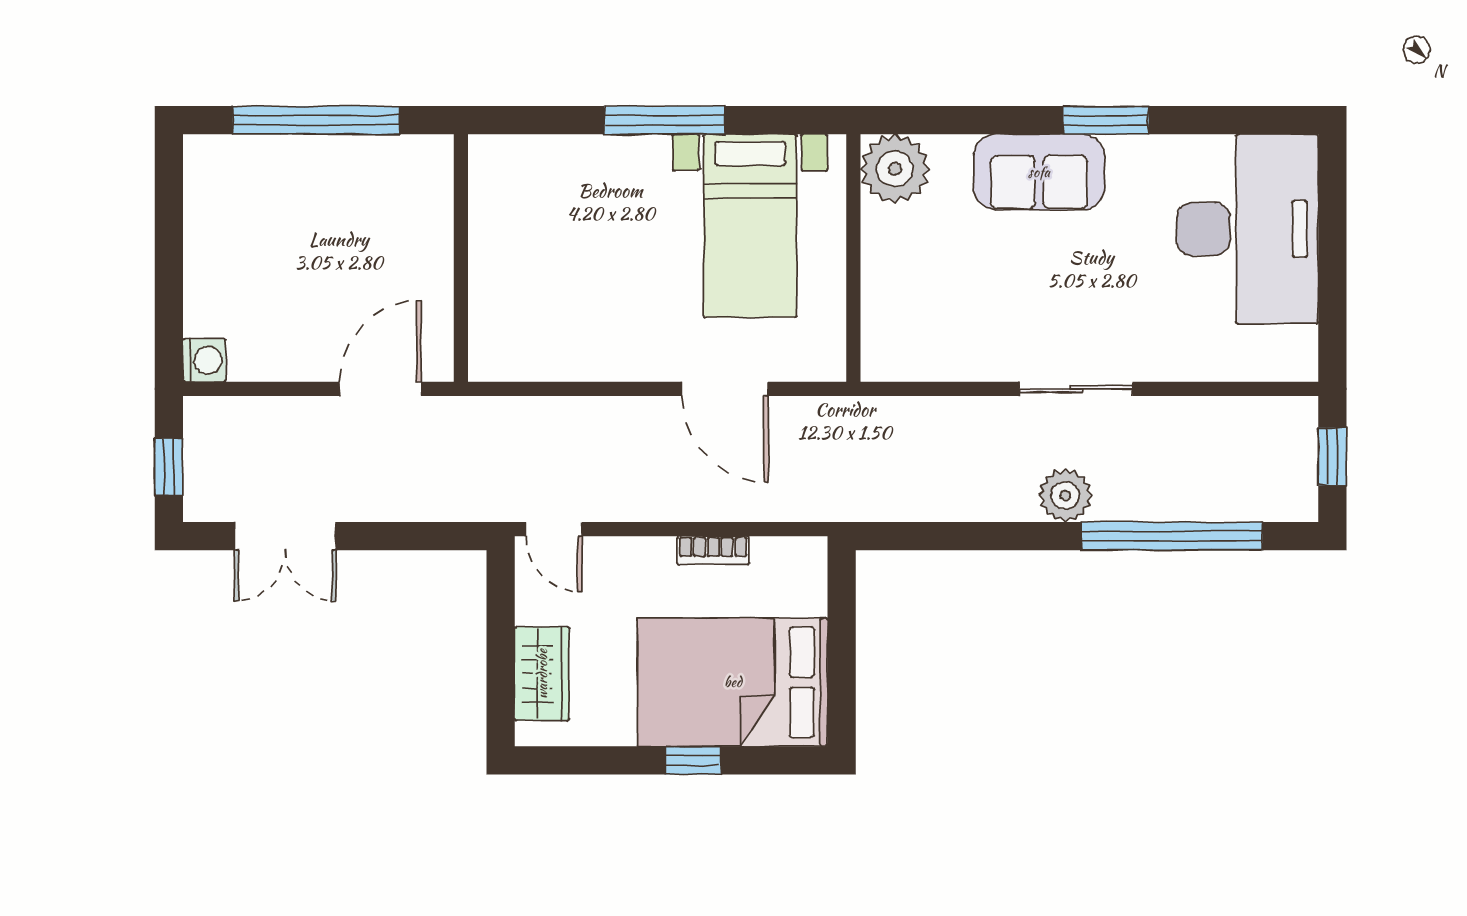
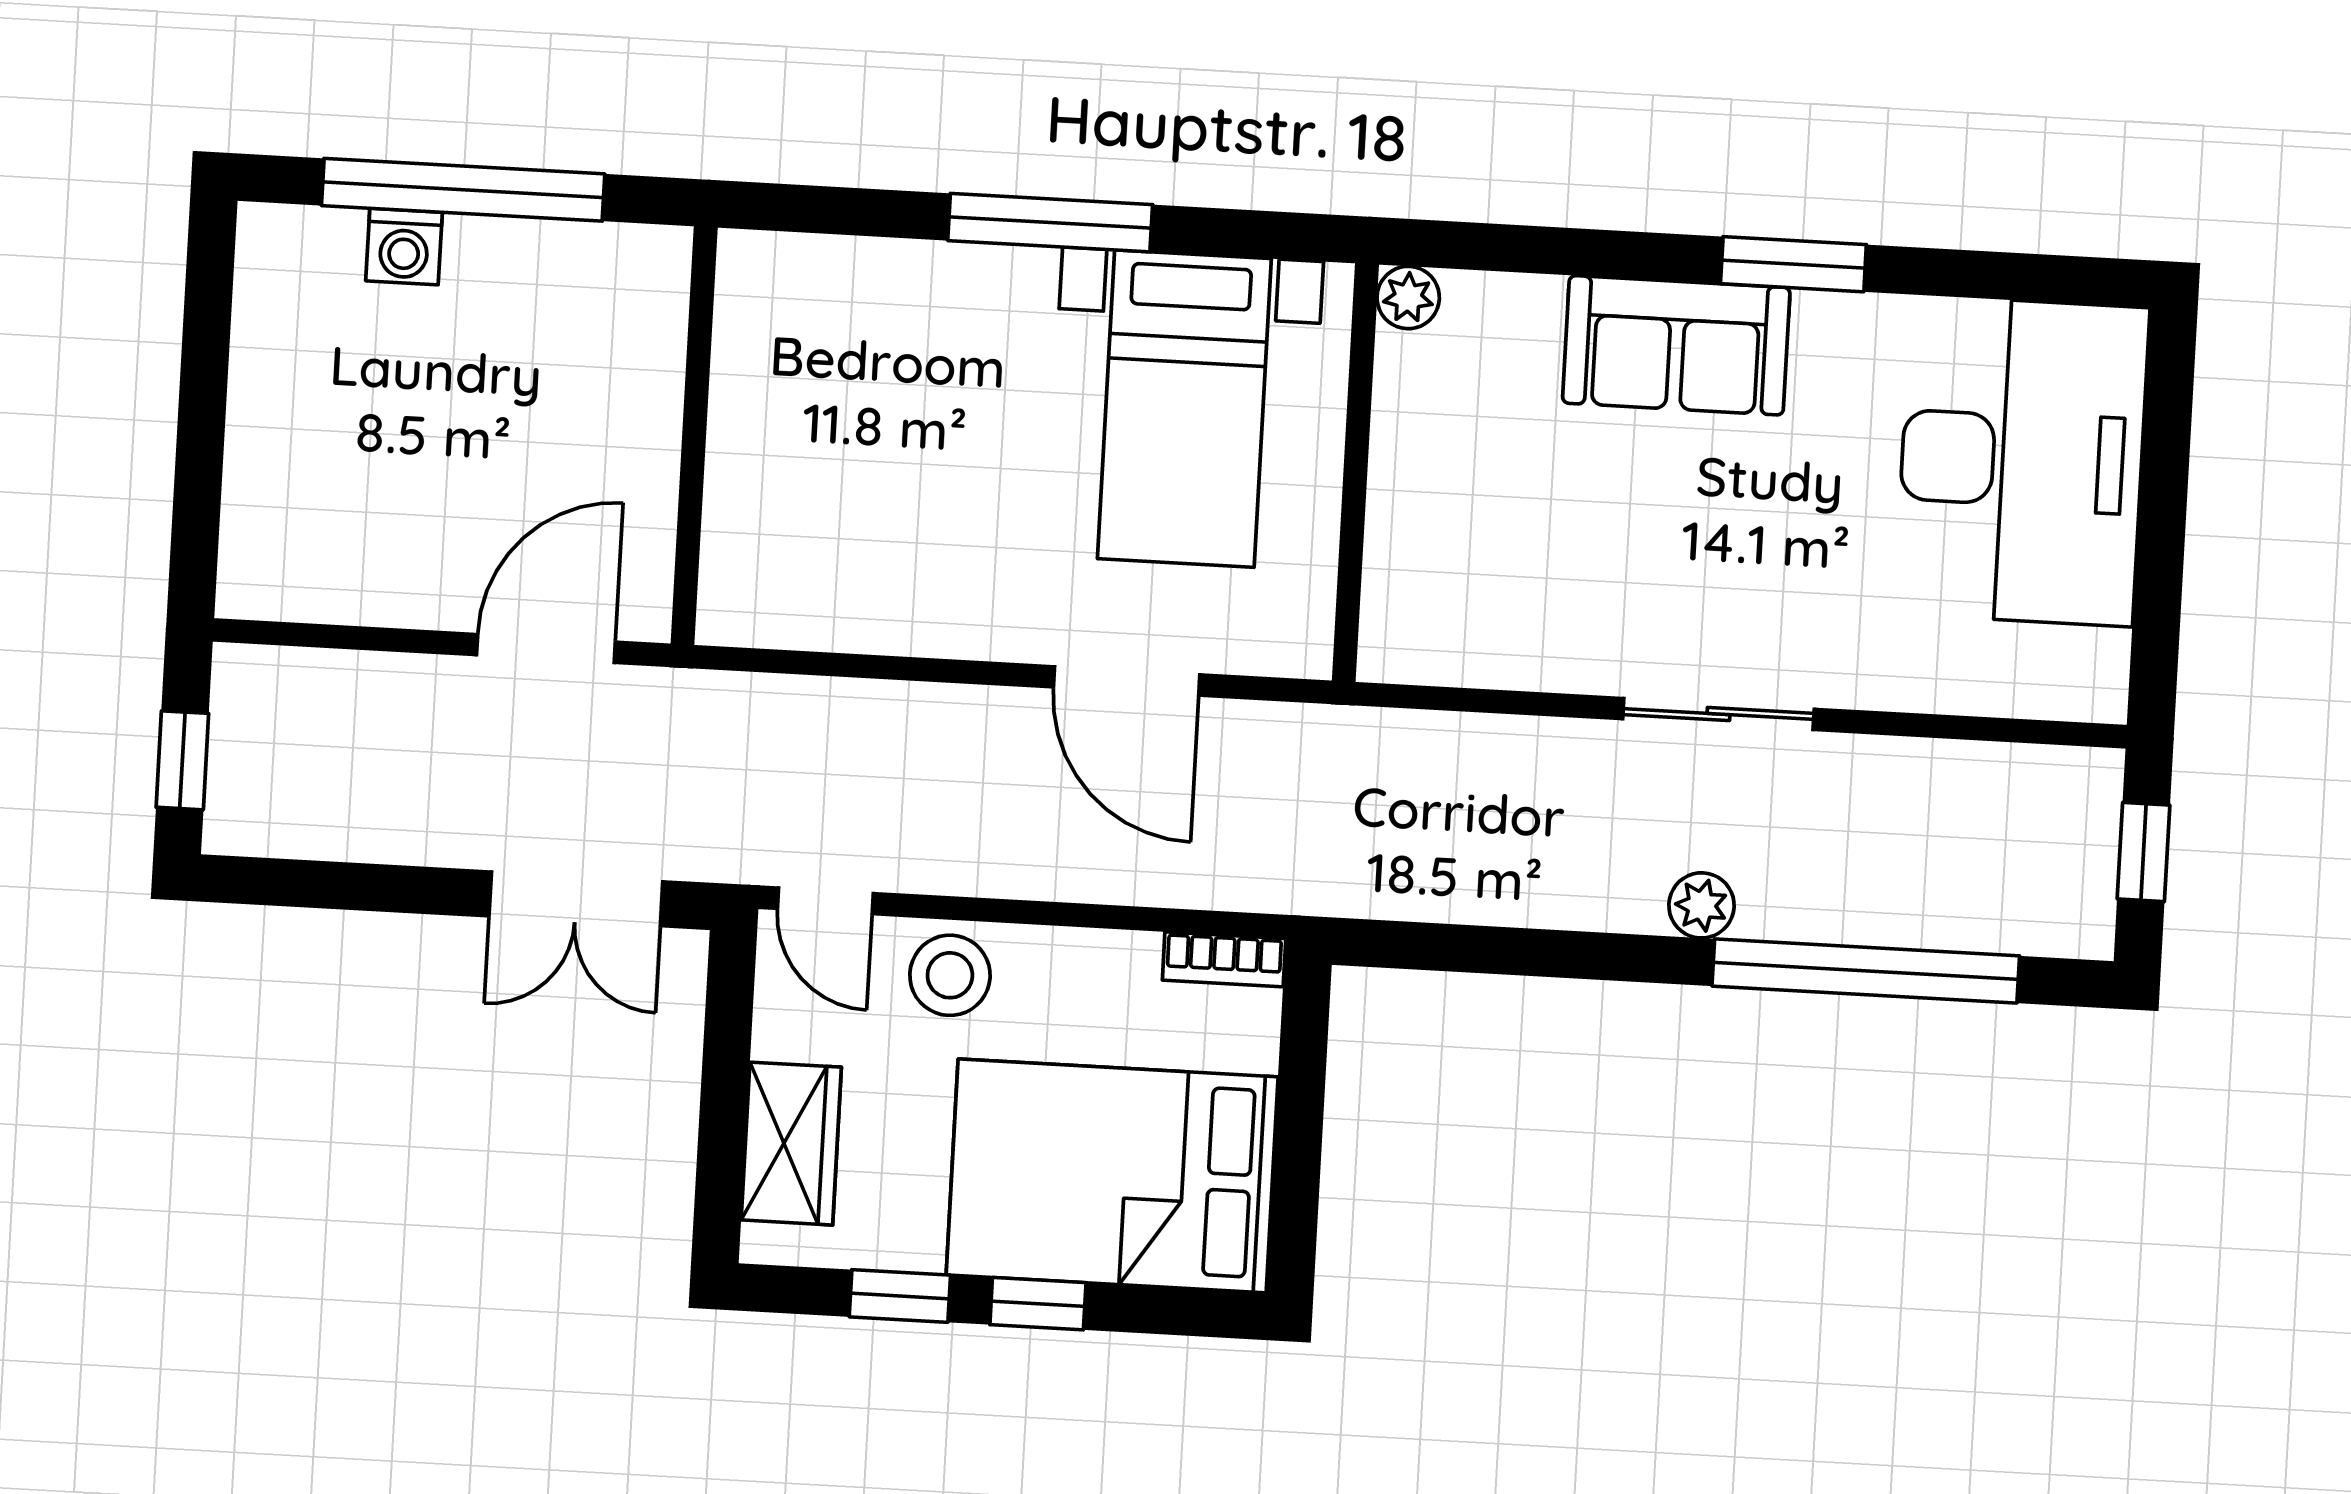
plant: (895, 169) -> (1408, 298), width x0.53, depth x0.53
washing machine: (204, 360) -> (404, 247), moved, turned 90
plant: (1065, 495) -> (1701, 905), width x0.73, depth x0.73
double door: (285, 536) -> (576, 899), moved
bookcase: (713, 550) -> (1224, 959), moved
stool: (630, 569) -> (950, 975), added
window: (611, 760) -> (900, 1296), added

